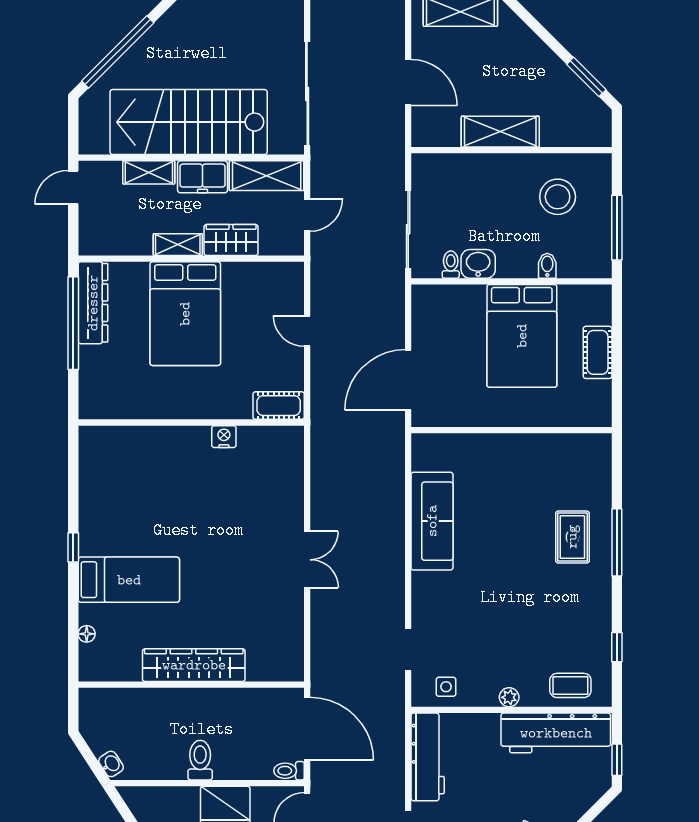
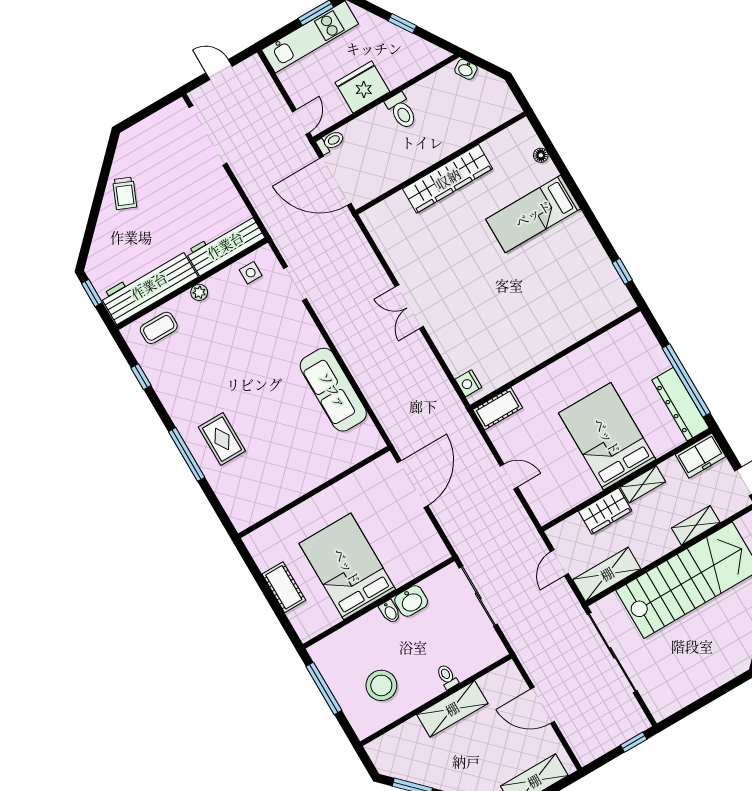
freezer: (203, 177) -> (701, 456), moved, turned 180
toilet: (451, 265) -> (447, 677), moved, turned 180
bidet: (547, 266) -> (390, 612), moved
nightstand: (224, 437) -> (468, 383), moved, turned 90
window: (73, 547) -> (622, 271), moved
workbench: (428, 757) -> (225, 245), moved, turned 90

